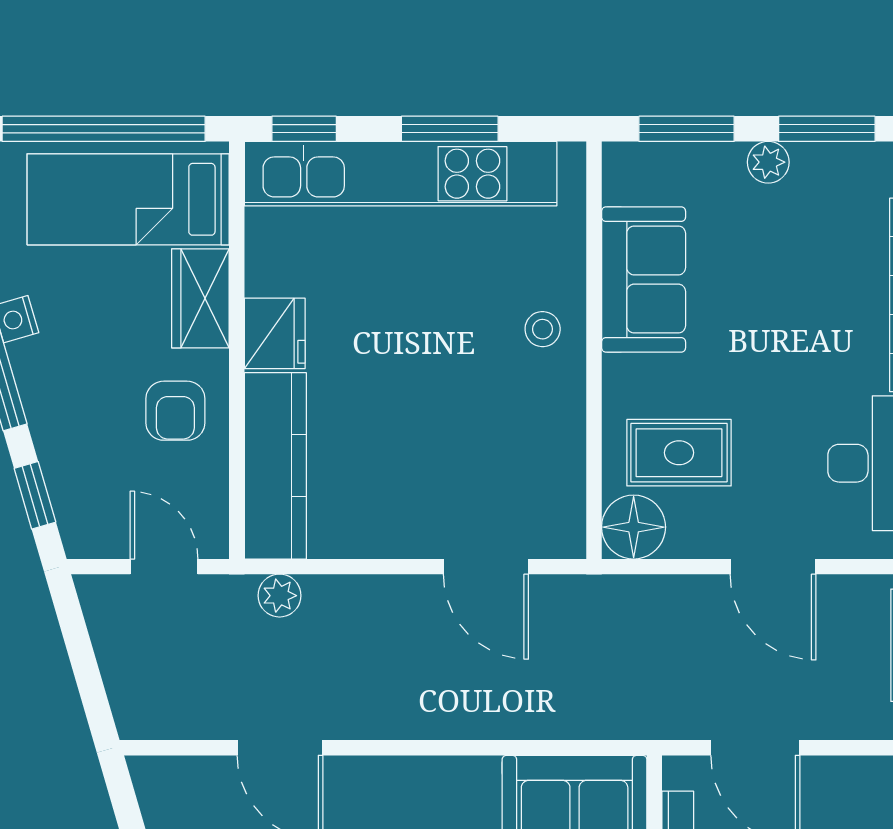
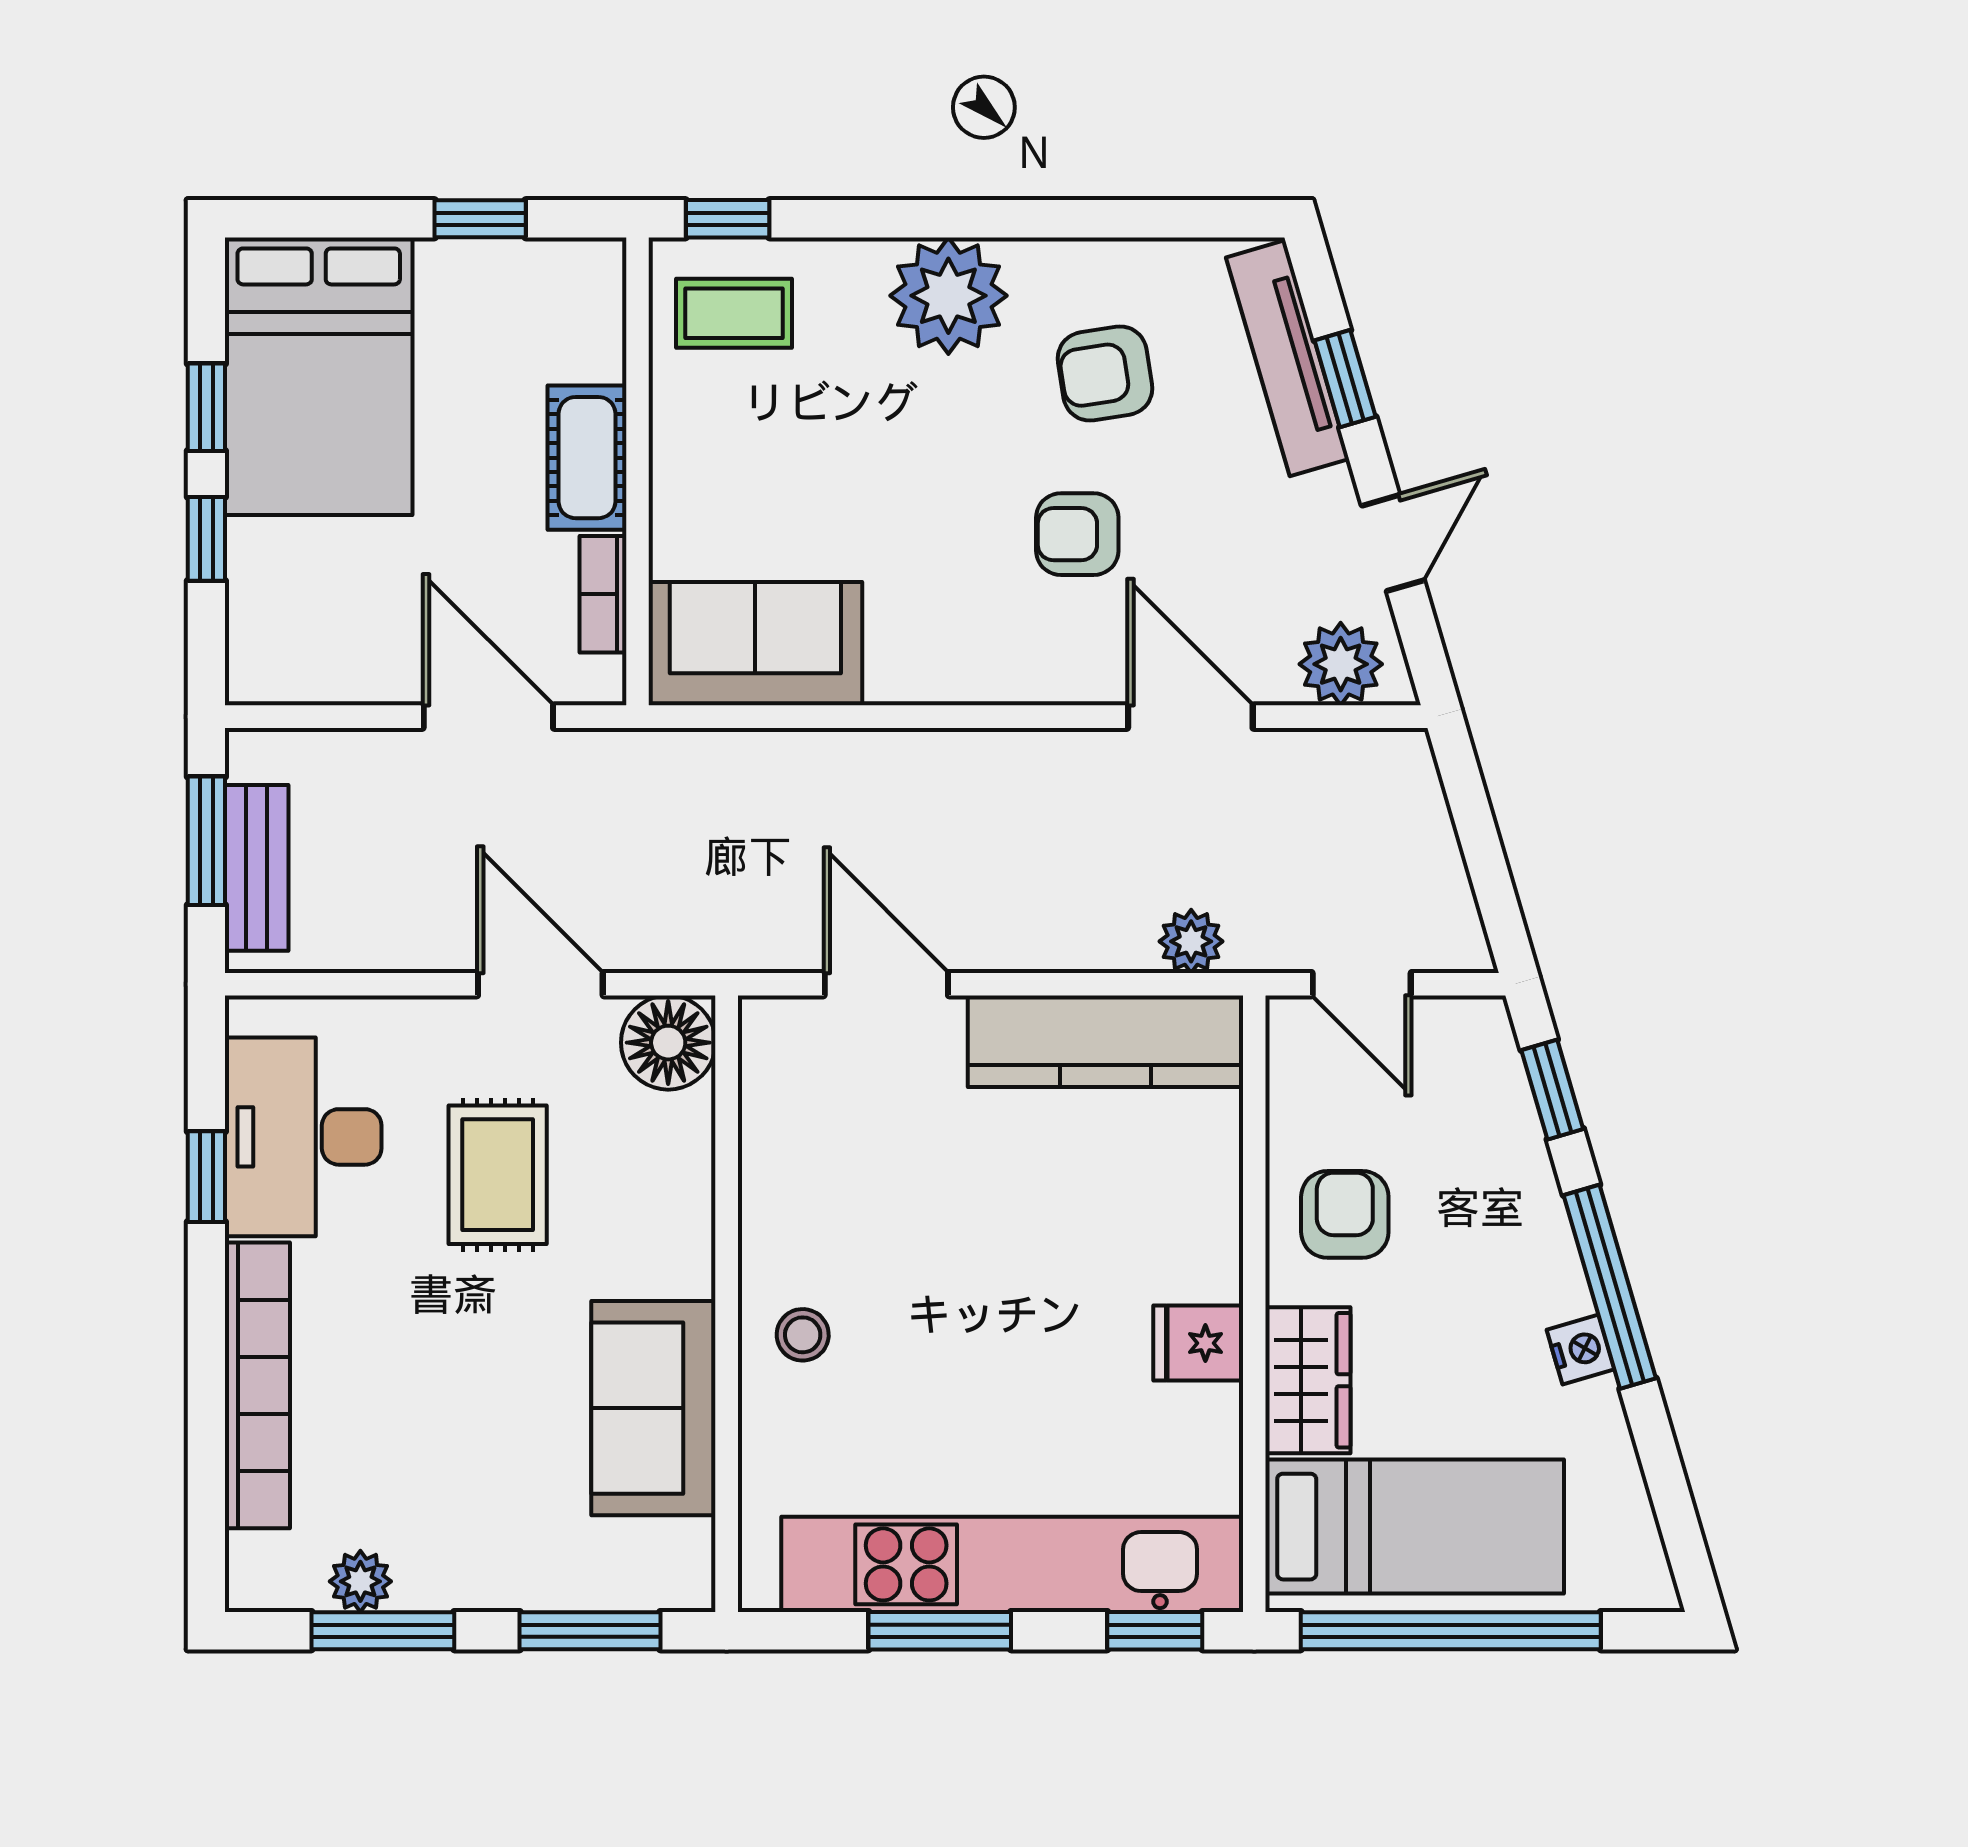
plant: (768, 162) -> (360, 1581), moved
fridge: (275, 333) -> (1198, 1343), width x0.72
rug: (679, 453) -> (498, 1175), moved, turned 90
kitchen counter: (275, 466) -> (1106, 1041), moved, turned -90
door: (773, 567) -> (540, 984), moved
plant: (178, 783) -> (1341, 664), added

